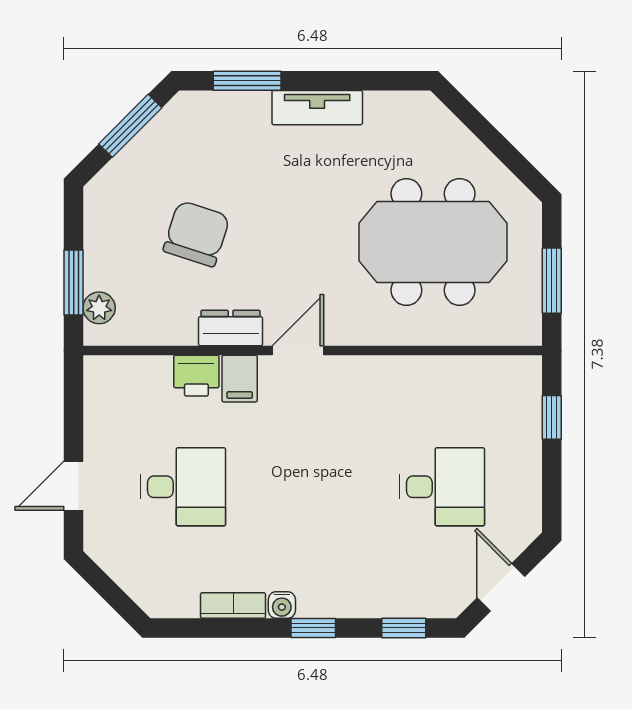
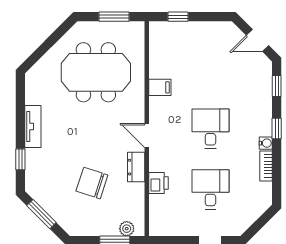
window: (247, 81) -> (20, 159), width x0.67
meeting table: (433, 242) -> (96, 72), turned 90
filing cabinet: (240, 379) -> (160, 87), moved
desk: (442, 487) -> (210, 129), moved

